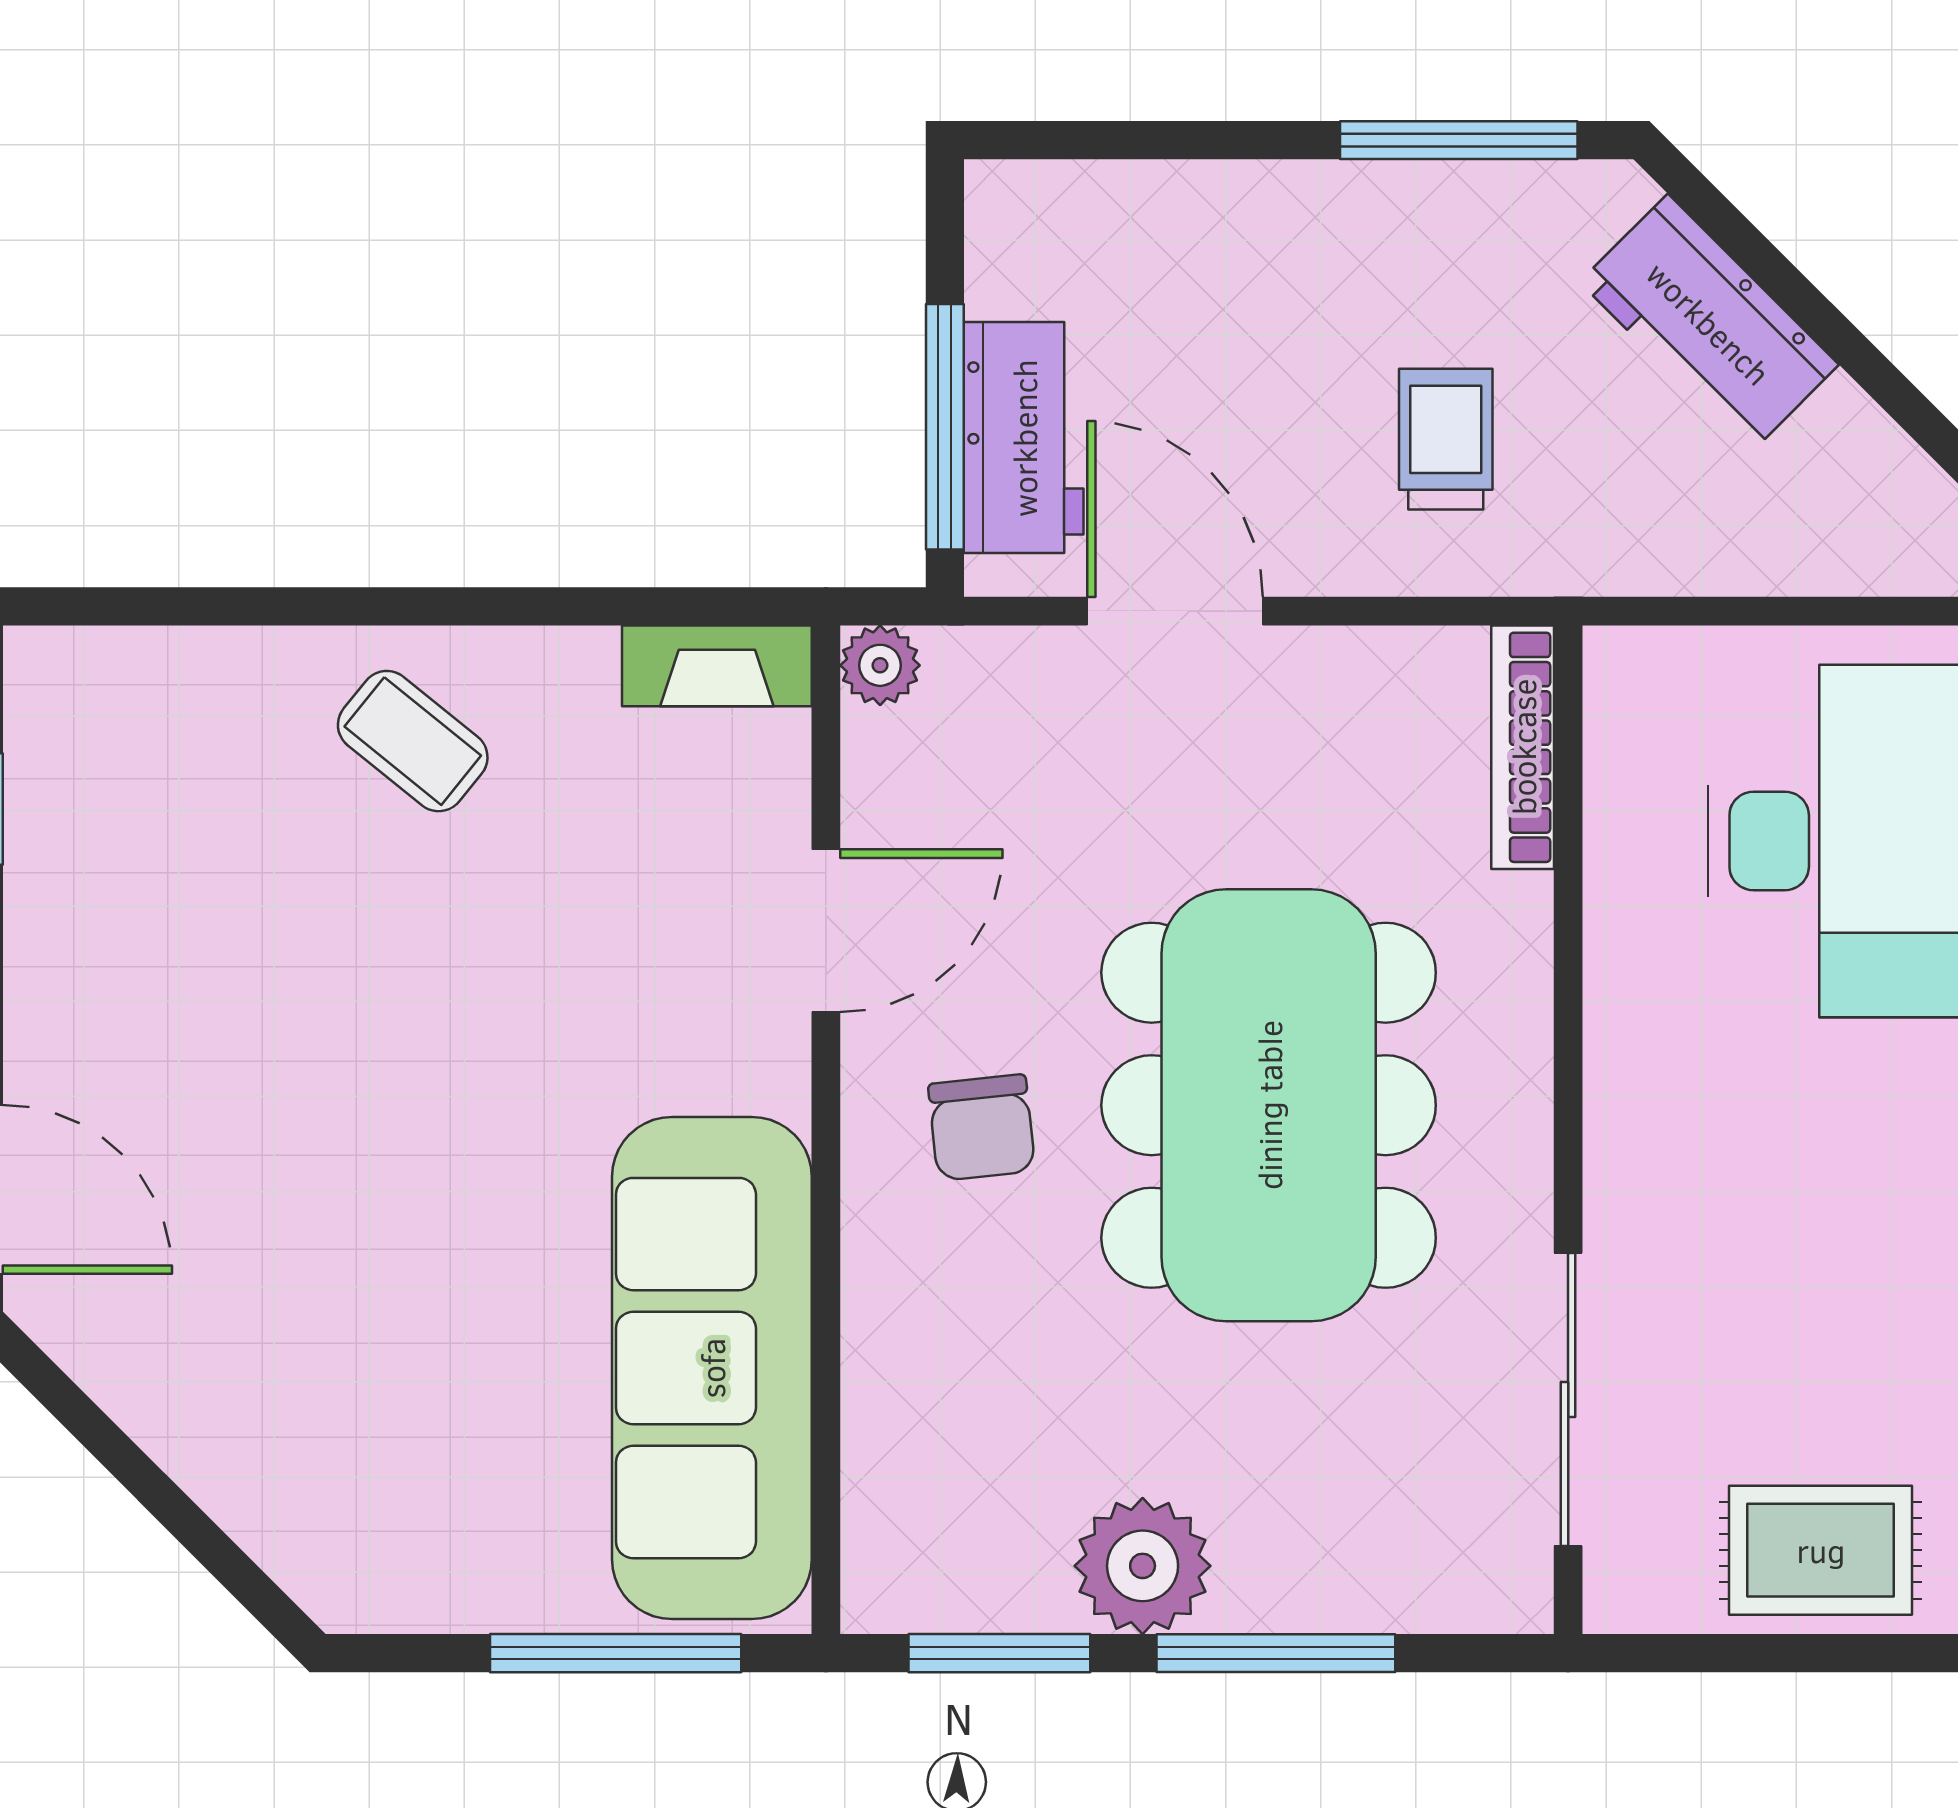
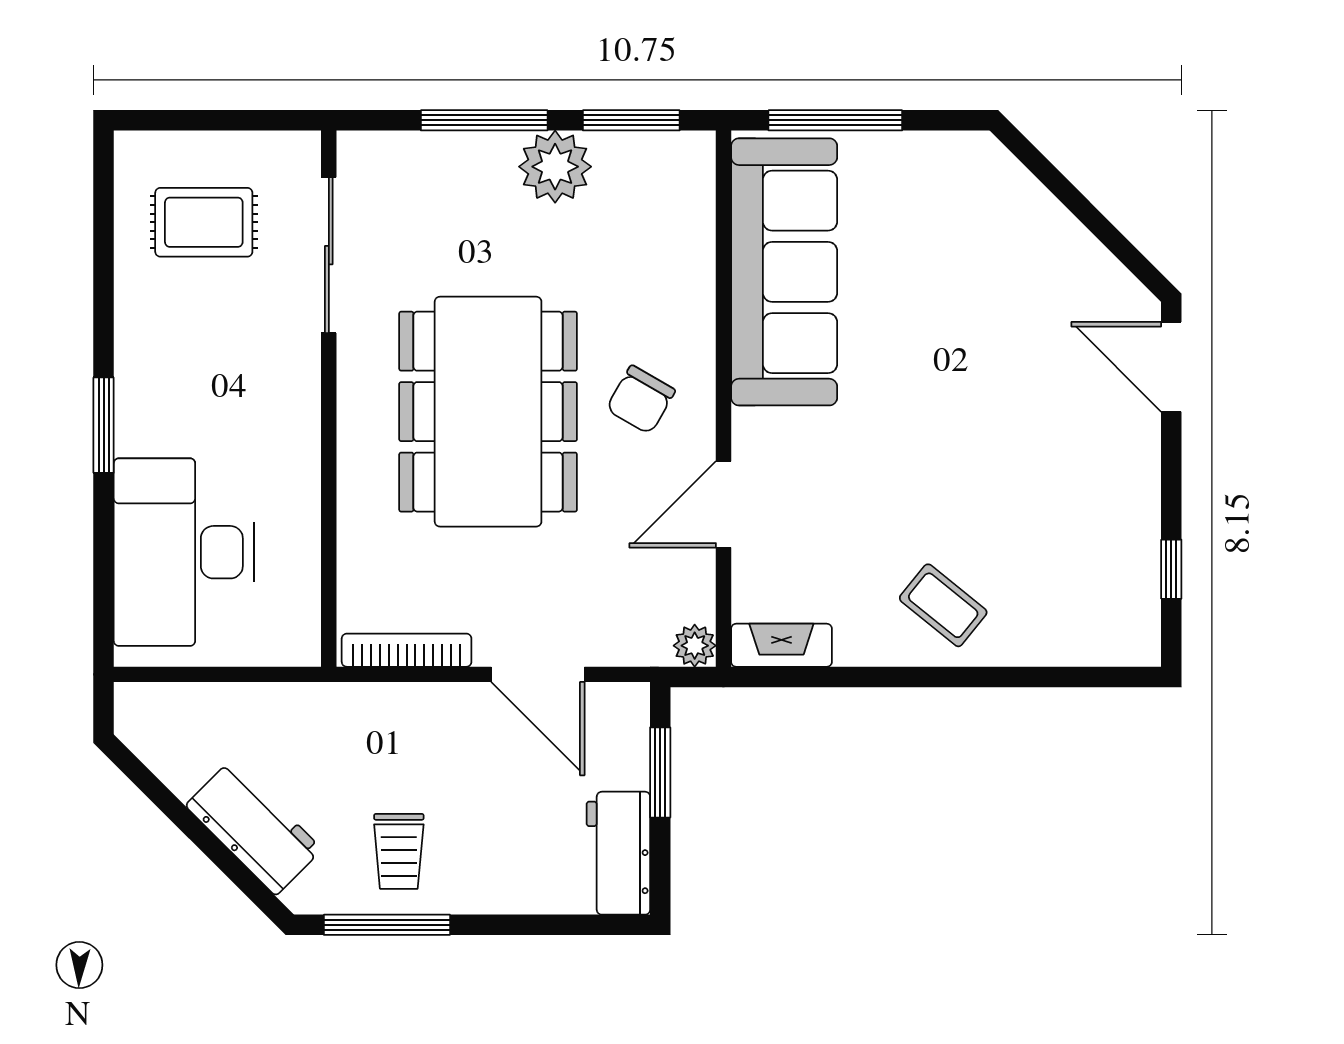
window: (945, 427) -> (660, 772), width x0.69
workbench: (1024, 438) -> (618, 853), moved
trolley: (1446, 439) -> (399, 851), moved
bookcase: (1523, 747) -> (407, 650), moved, turned -90
chair: (982, 1128) -> (641, 400), turned -144
rug: (1821, 1550) -> (204, 222), moved

